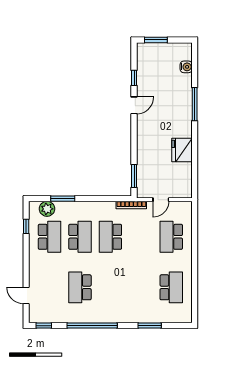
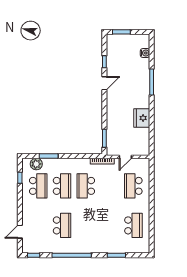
school desk: (80, 287) -> (62, 225), turned 180
door: (26, 295) -> (20, 232), hinge flipped

